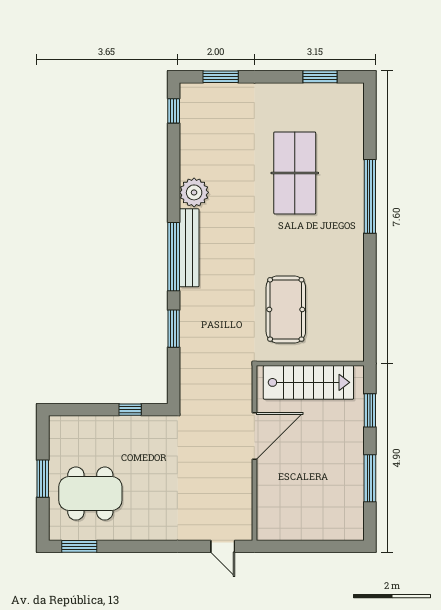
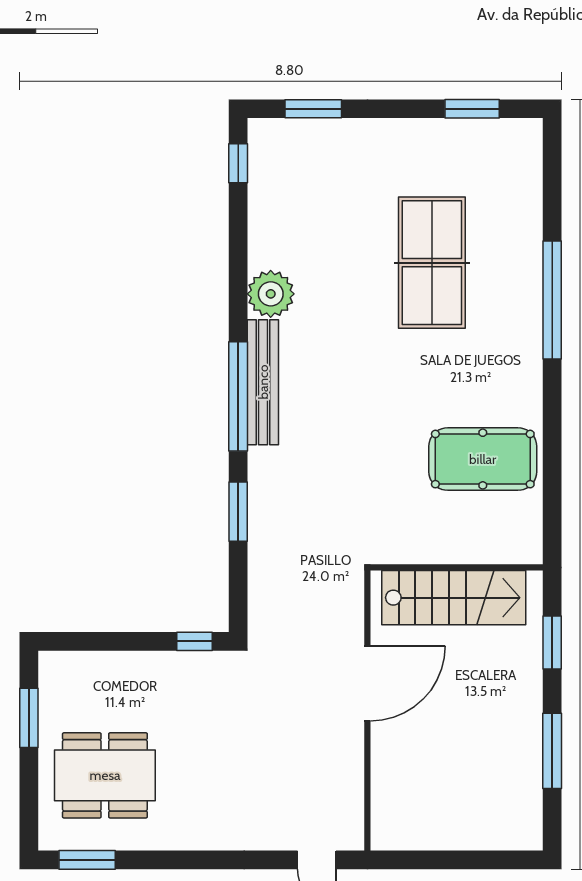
pool table: (286, 309) -> (483, 459), moved, turned 90
window: (130, 410) -> (195, 641), moved
window: (43, 479) -> (29, 718), moved

